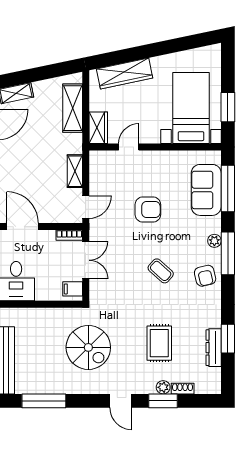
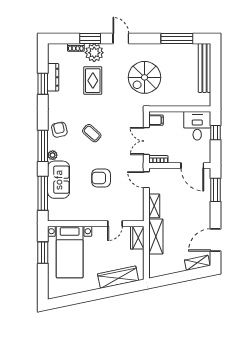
shelving: (73, 108) -> (156, 237), moved
sofa: (206, 190) -> (59, 180), moved
door: (86, 207) -> (146, 180), hinge flipped
spiral stairs: (88, 347) -> (145, 77), turned -90
plant: (163, 387) -> (94, 53), width x1.87, depth x1.87

